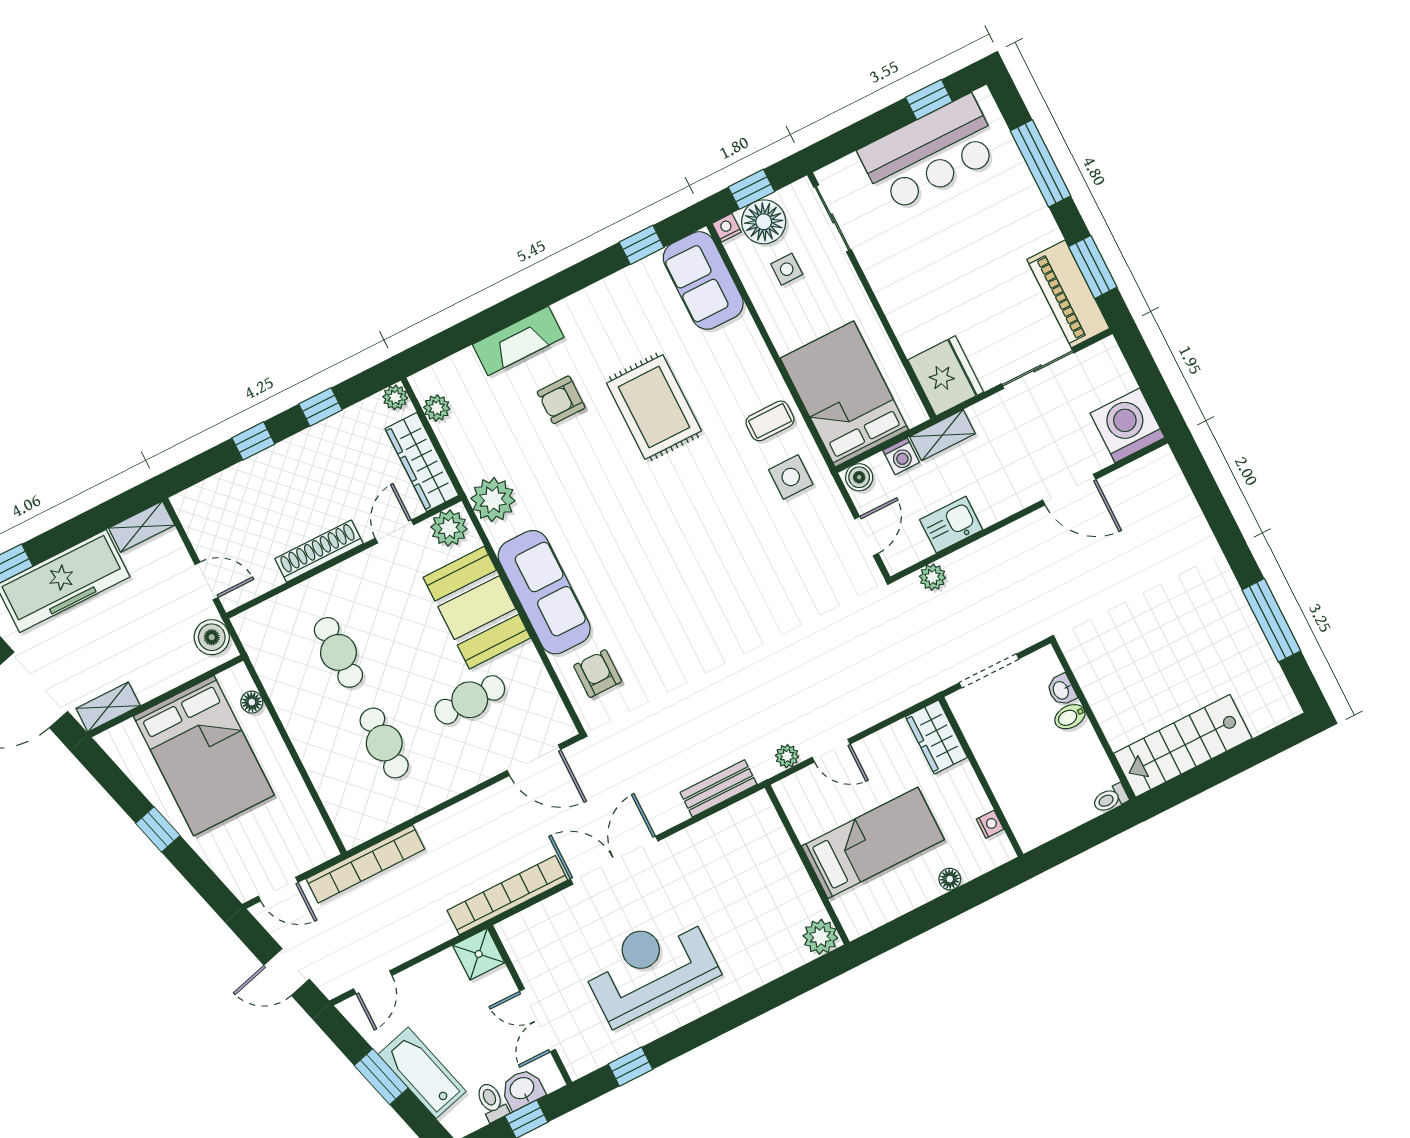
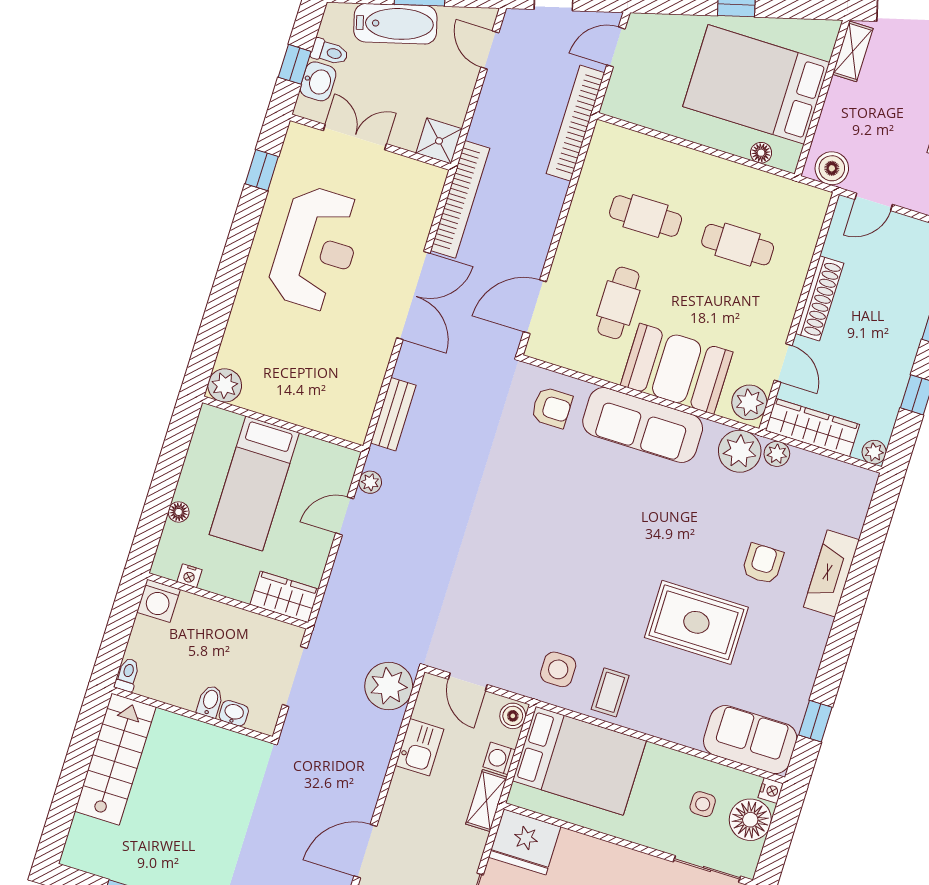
window: (751, 189) -> (781, 833), removed
plant: (437, 408) -> (777, 454), moved
plant: (933, 577) -> (389, 686), width x1.87, depth x1.87
washing machine: (1032, 829) -> (158, 601), added

